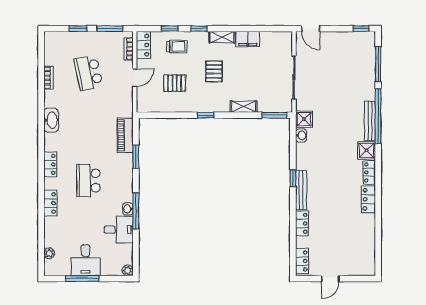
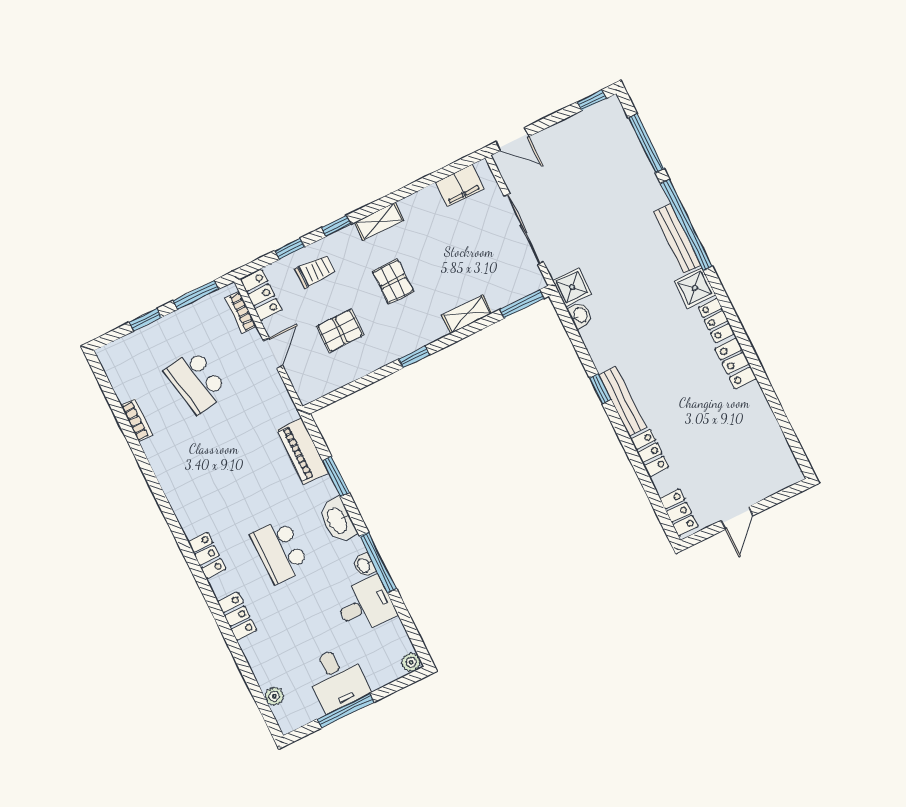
filing cabinet: (248, 39) -> (460, 186), moved
washbasin: (51, 120) -> (338, 520), moved, turned 180

